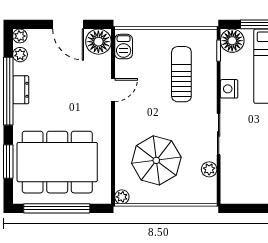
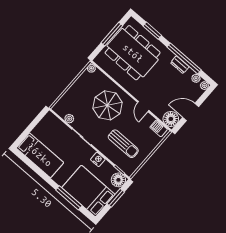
parasol: (156, 160) -> (108, 105), moved
dining table: (57, 162) -> (133, 53), turned 90
window: (57, 208) -> (112, 34), width x0.68

